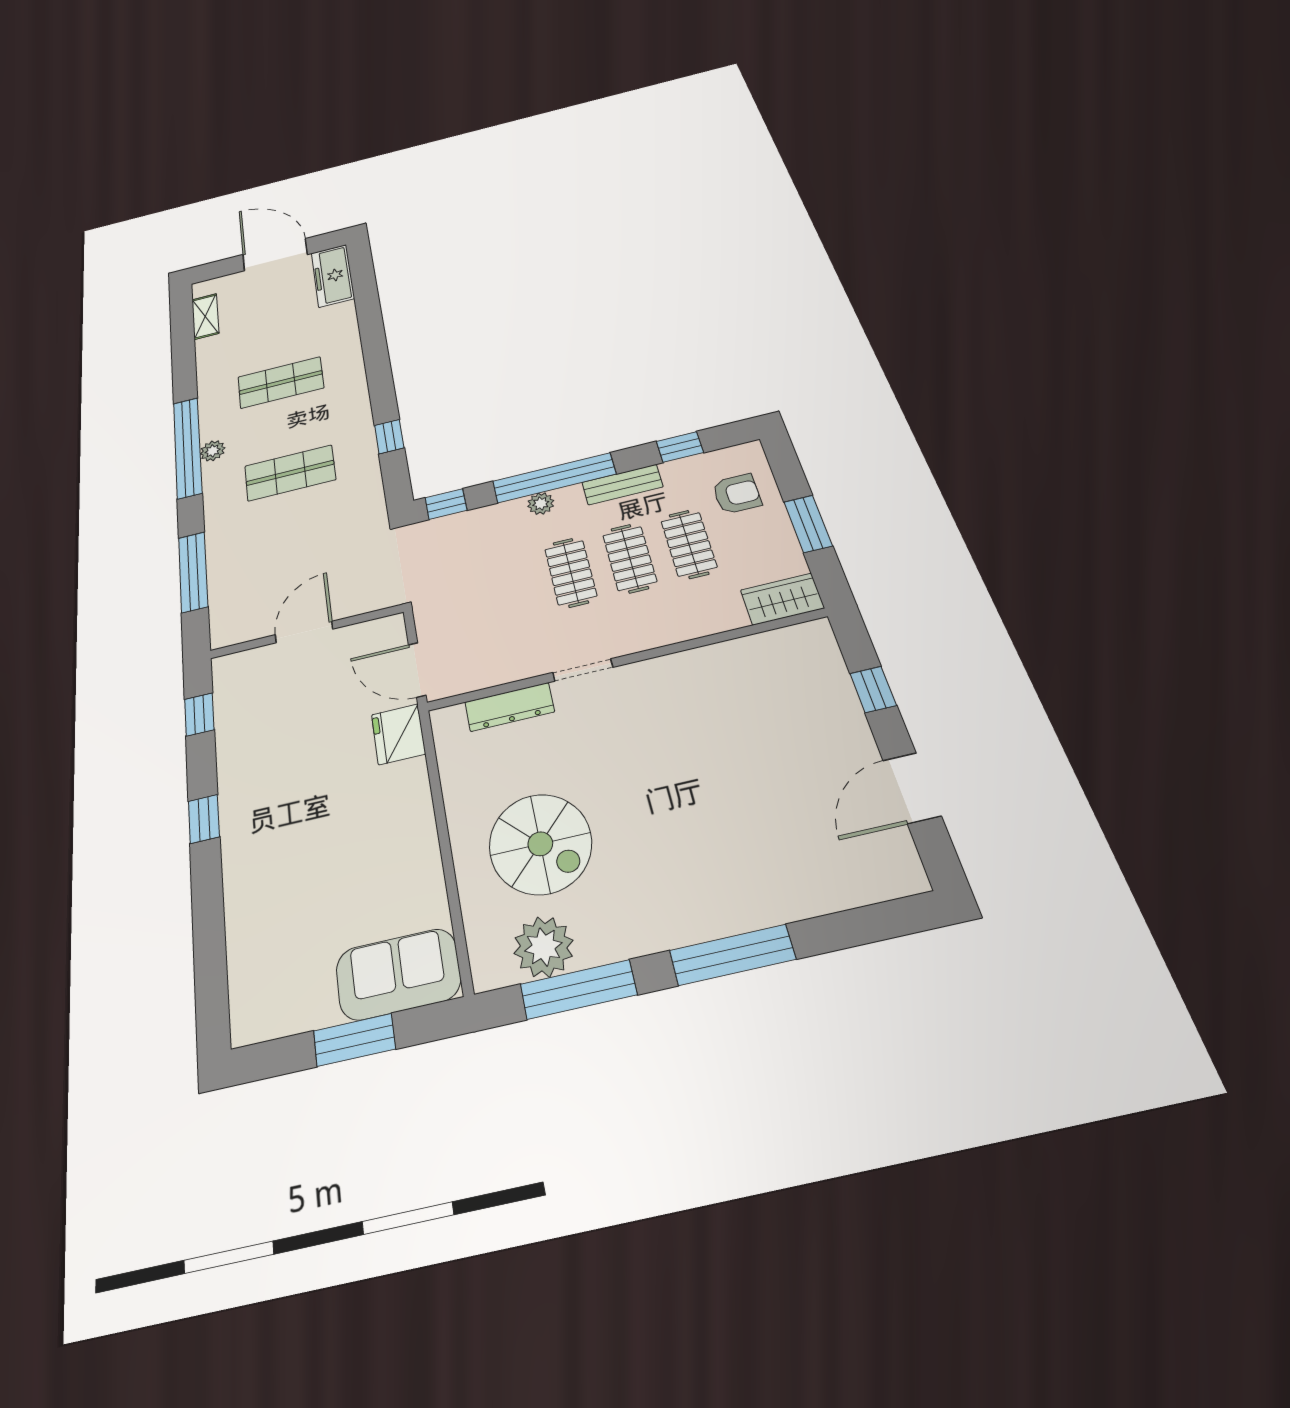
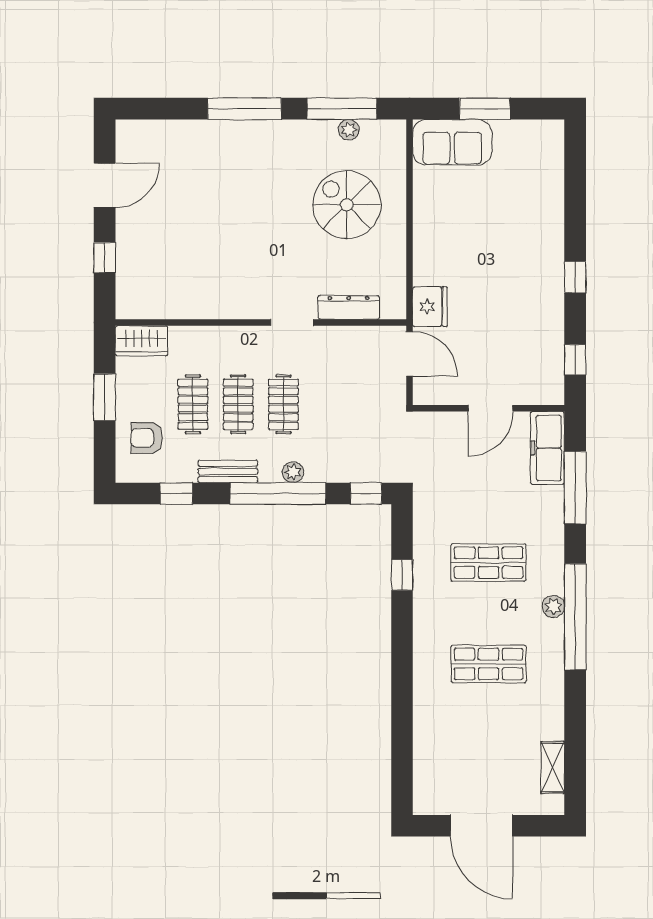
freezer: (333, 276) -> (547, 448), moved, turned 180
plant: (543, 947) -> (349, 130), width x0.53, depth x0.53

